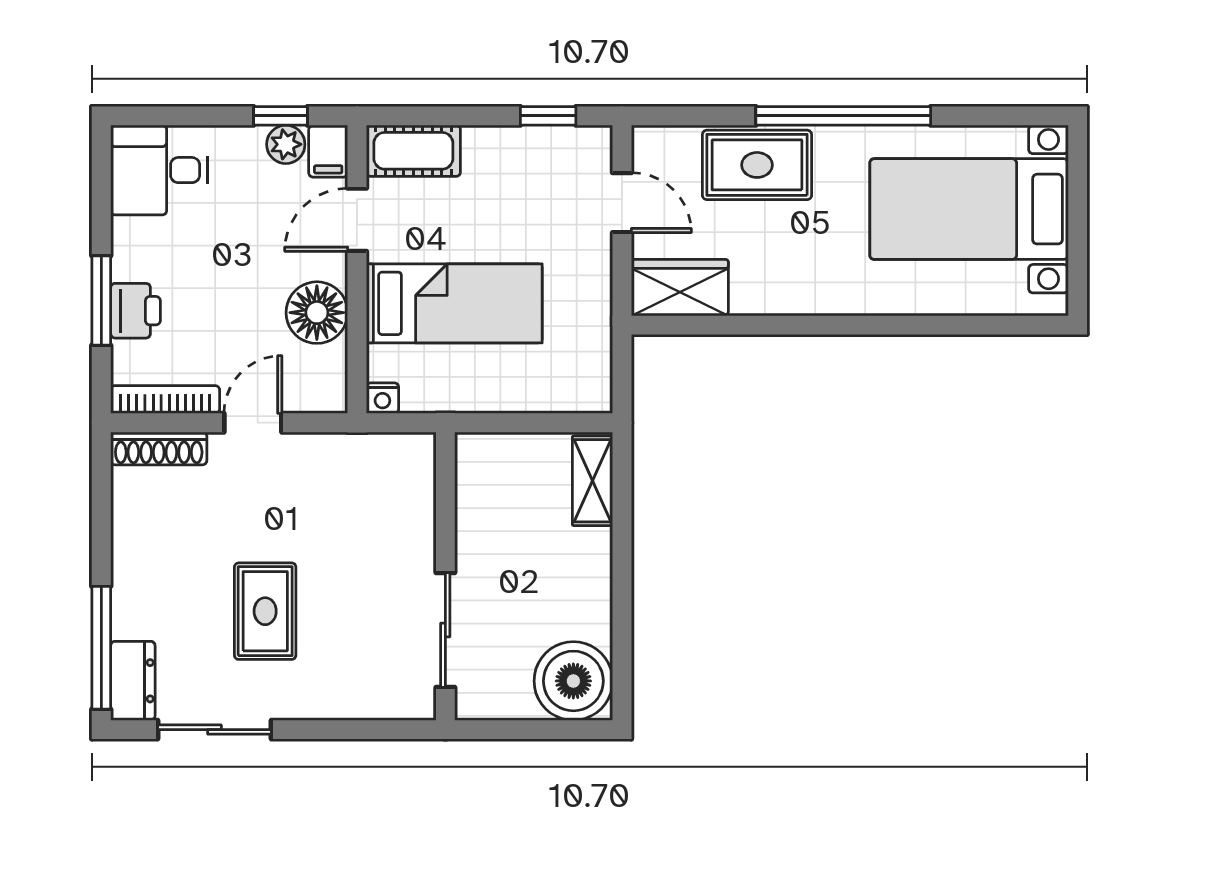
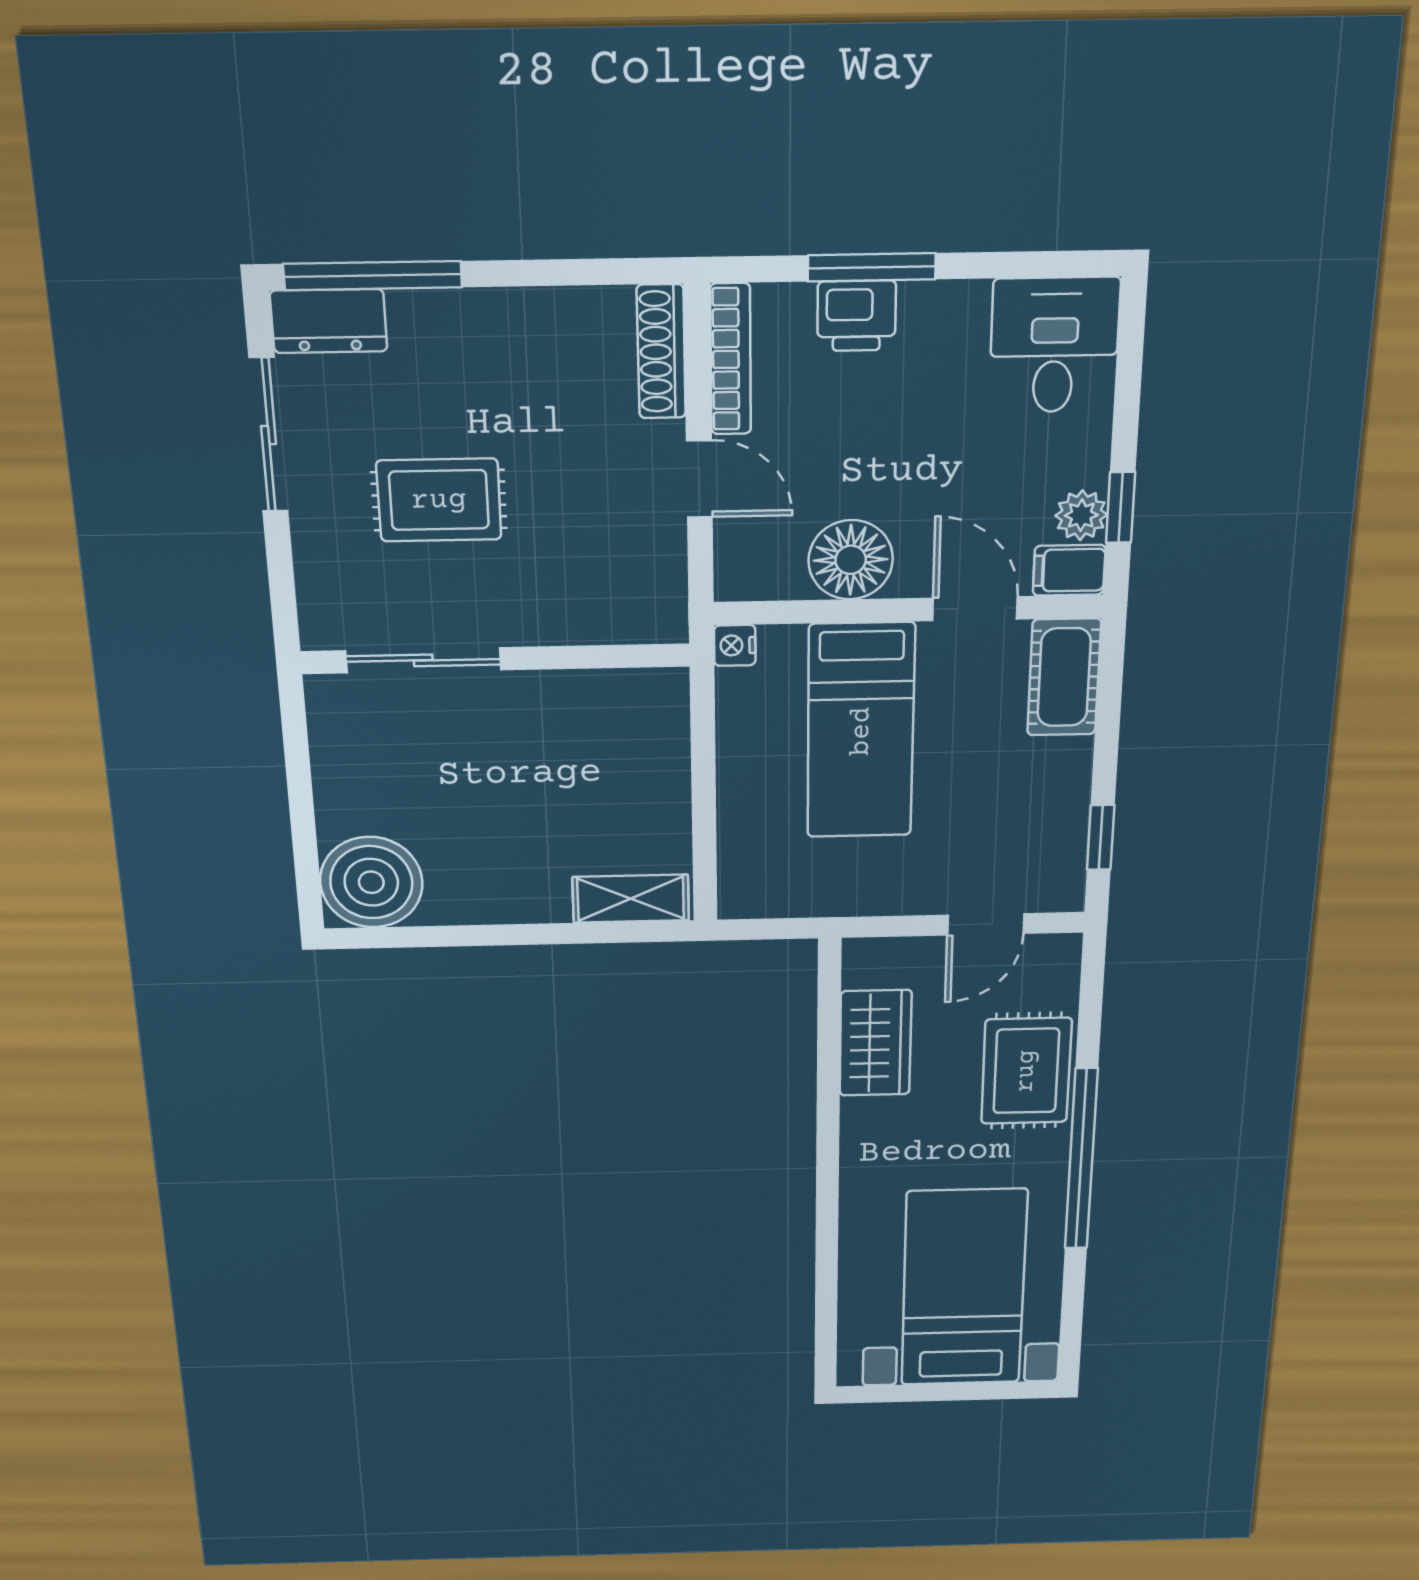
wardrobe: (680, 288) -> (875, 1043), moved
wall: (445, 576) -> (496, 659), moved
sliding door: (445, 630) -> (423, 660), moved

